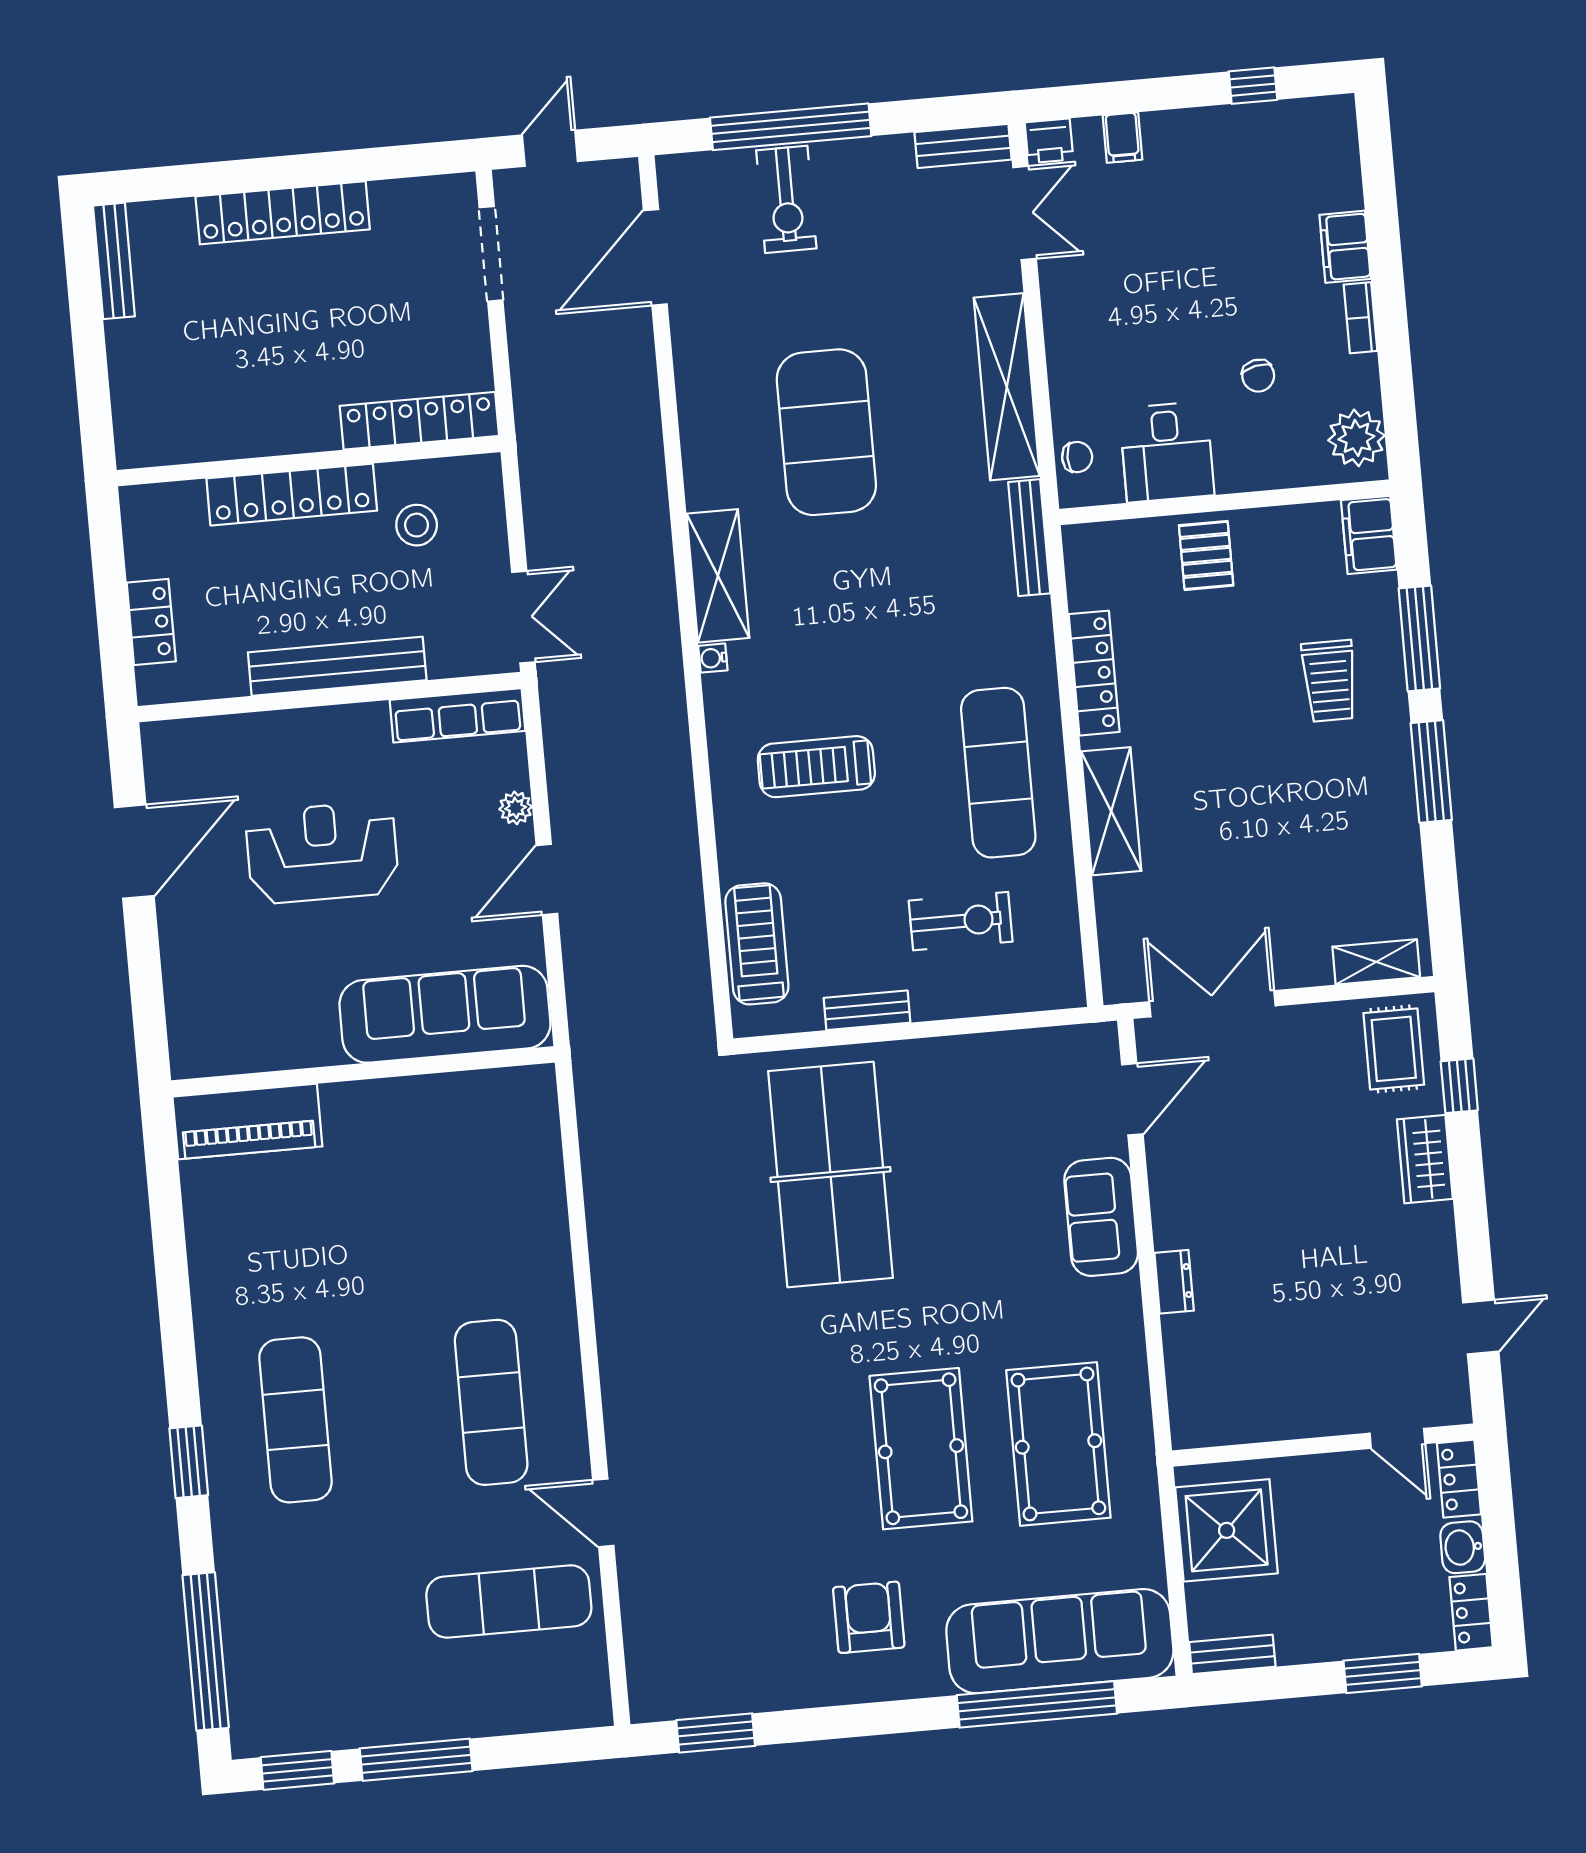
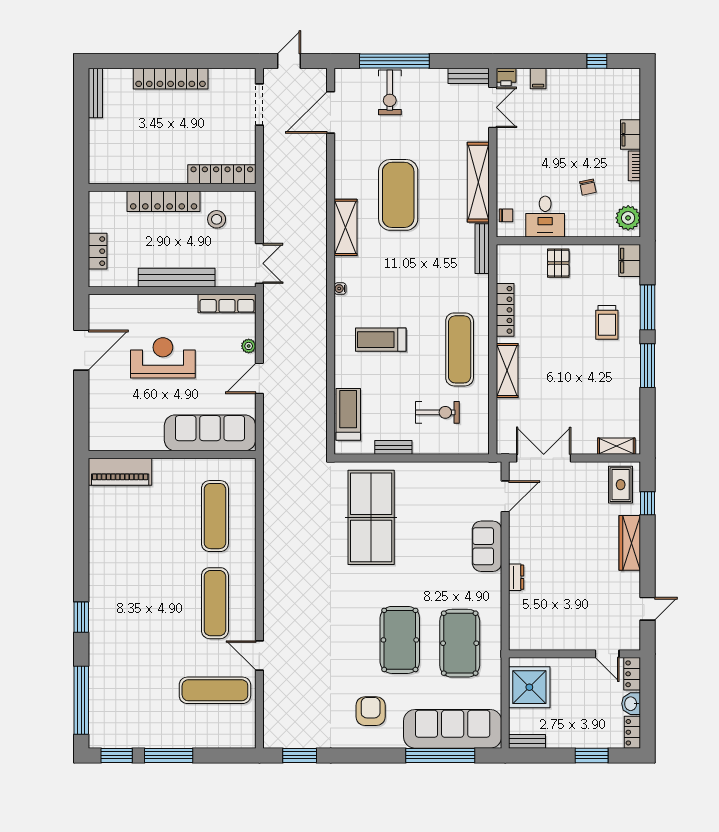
shelving: (718, 576) -> (345, 227), moved
wardrobe: (1425, 1159) -> (630, 543), width x1.50
exercise mat: (295, 1420) -> (215, 516), moved

